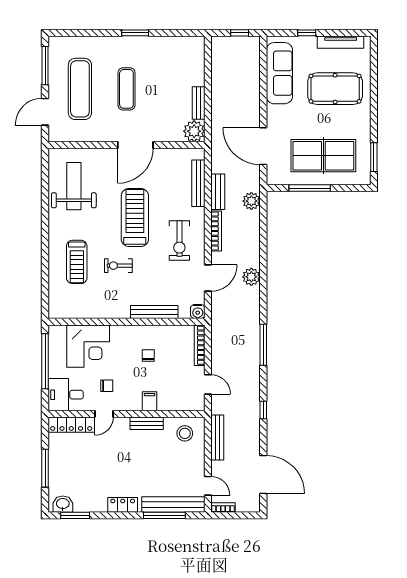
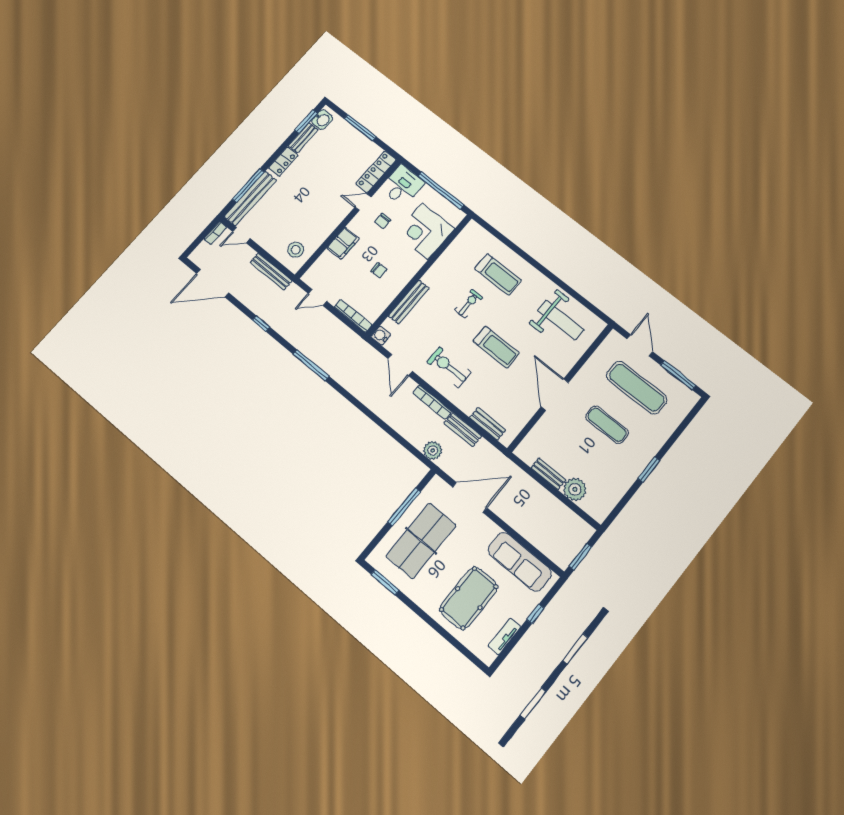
window: (240, 33) -> (580, 557), width x1.50
tv unit: (341, 42) -> (504, 636), width x0.71
plant: (194, 131) -> (575, 489), moved
bench: (198, 183) -> (488, 424), width x0.73
treadmill: (135, 218) -> (496, 347), width x0.73, depth x0.73
treadmill: (77, 262) -> (498, 274), turned 180
plant: (251, 277) -> (372, 400), removed
filing cabinet: (150, 401) -> (343, 243), width x2.00
door: (104, 414) -> (363, 202), hinge flipped
bench: (147, 423) -> (303, 138), moved

